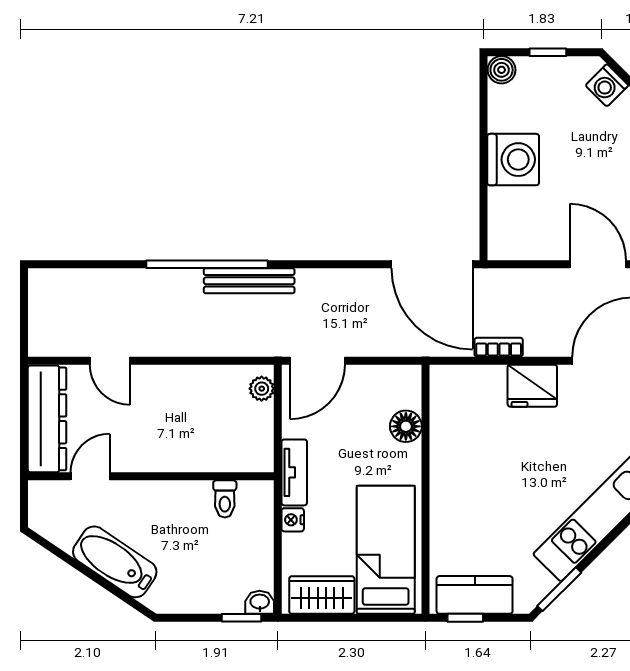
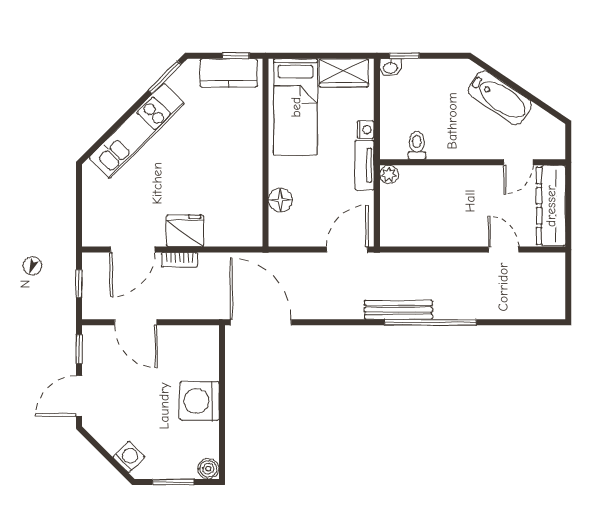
window: (548, 52) -> (173, 482), width x1.50
bookcase: (499, 347) -> (180, 260), moved
plant: (262, 389) -> (389, 174), moved

